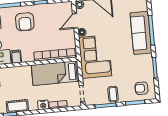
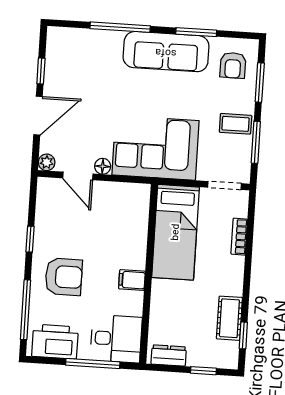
sofa: (141, 33) -> (166, 52), moved
bookcase: (55, 55) -> (139, 228), removed
filing cabinet: (16, 57) -> (132, 280), moved
nightstand: (43, 105) -> (235, 266), removed

